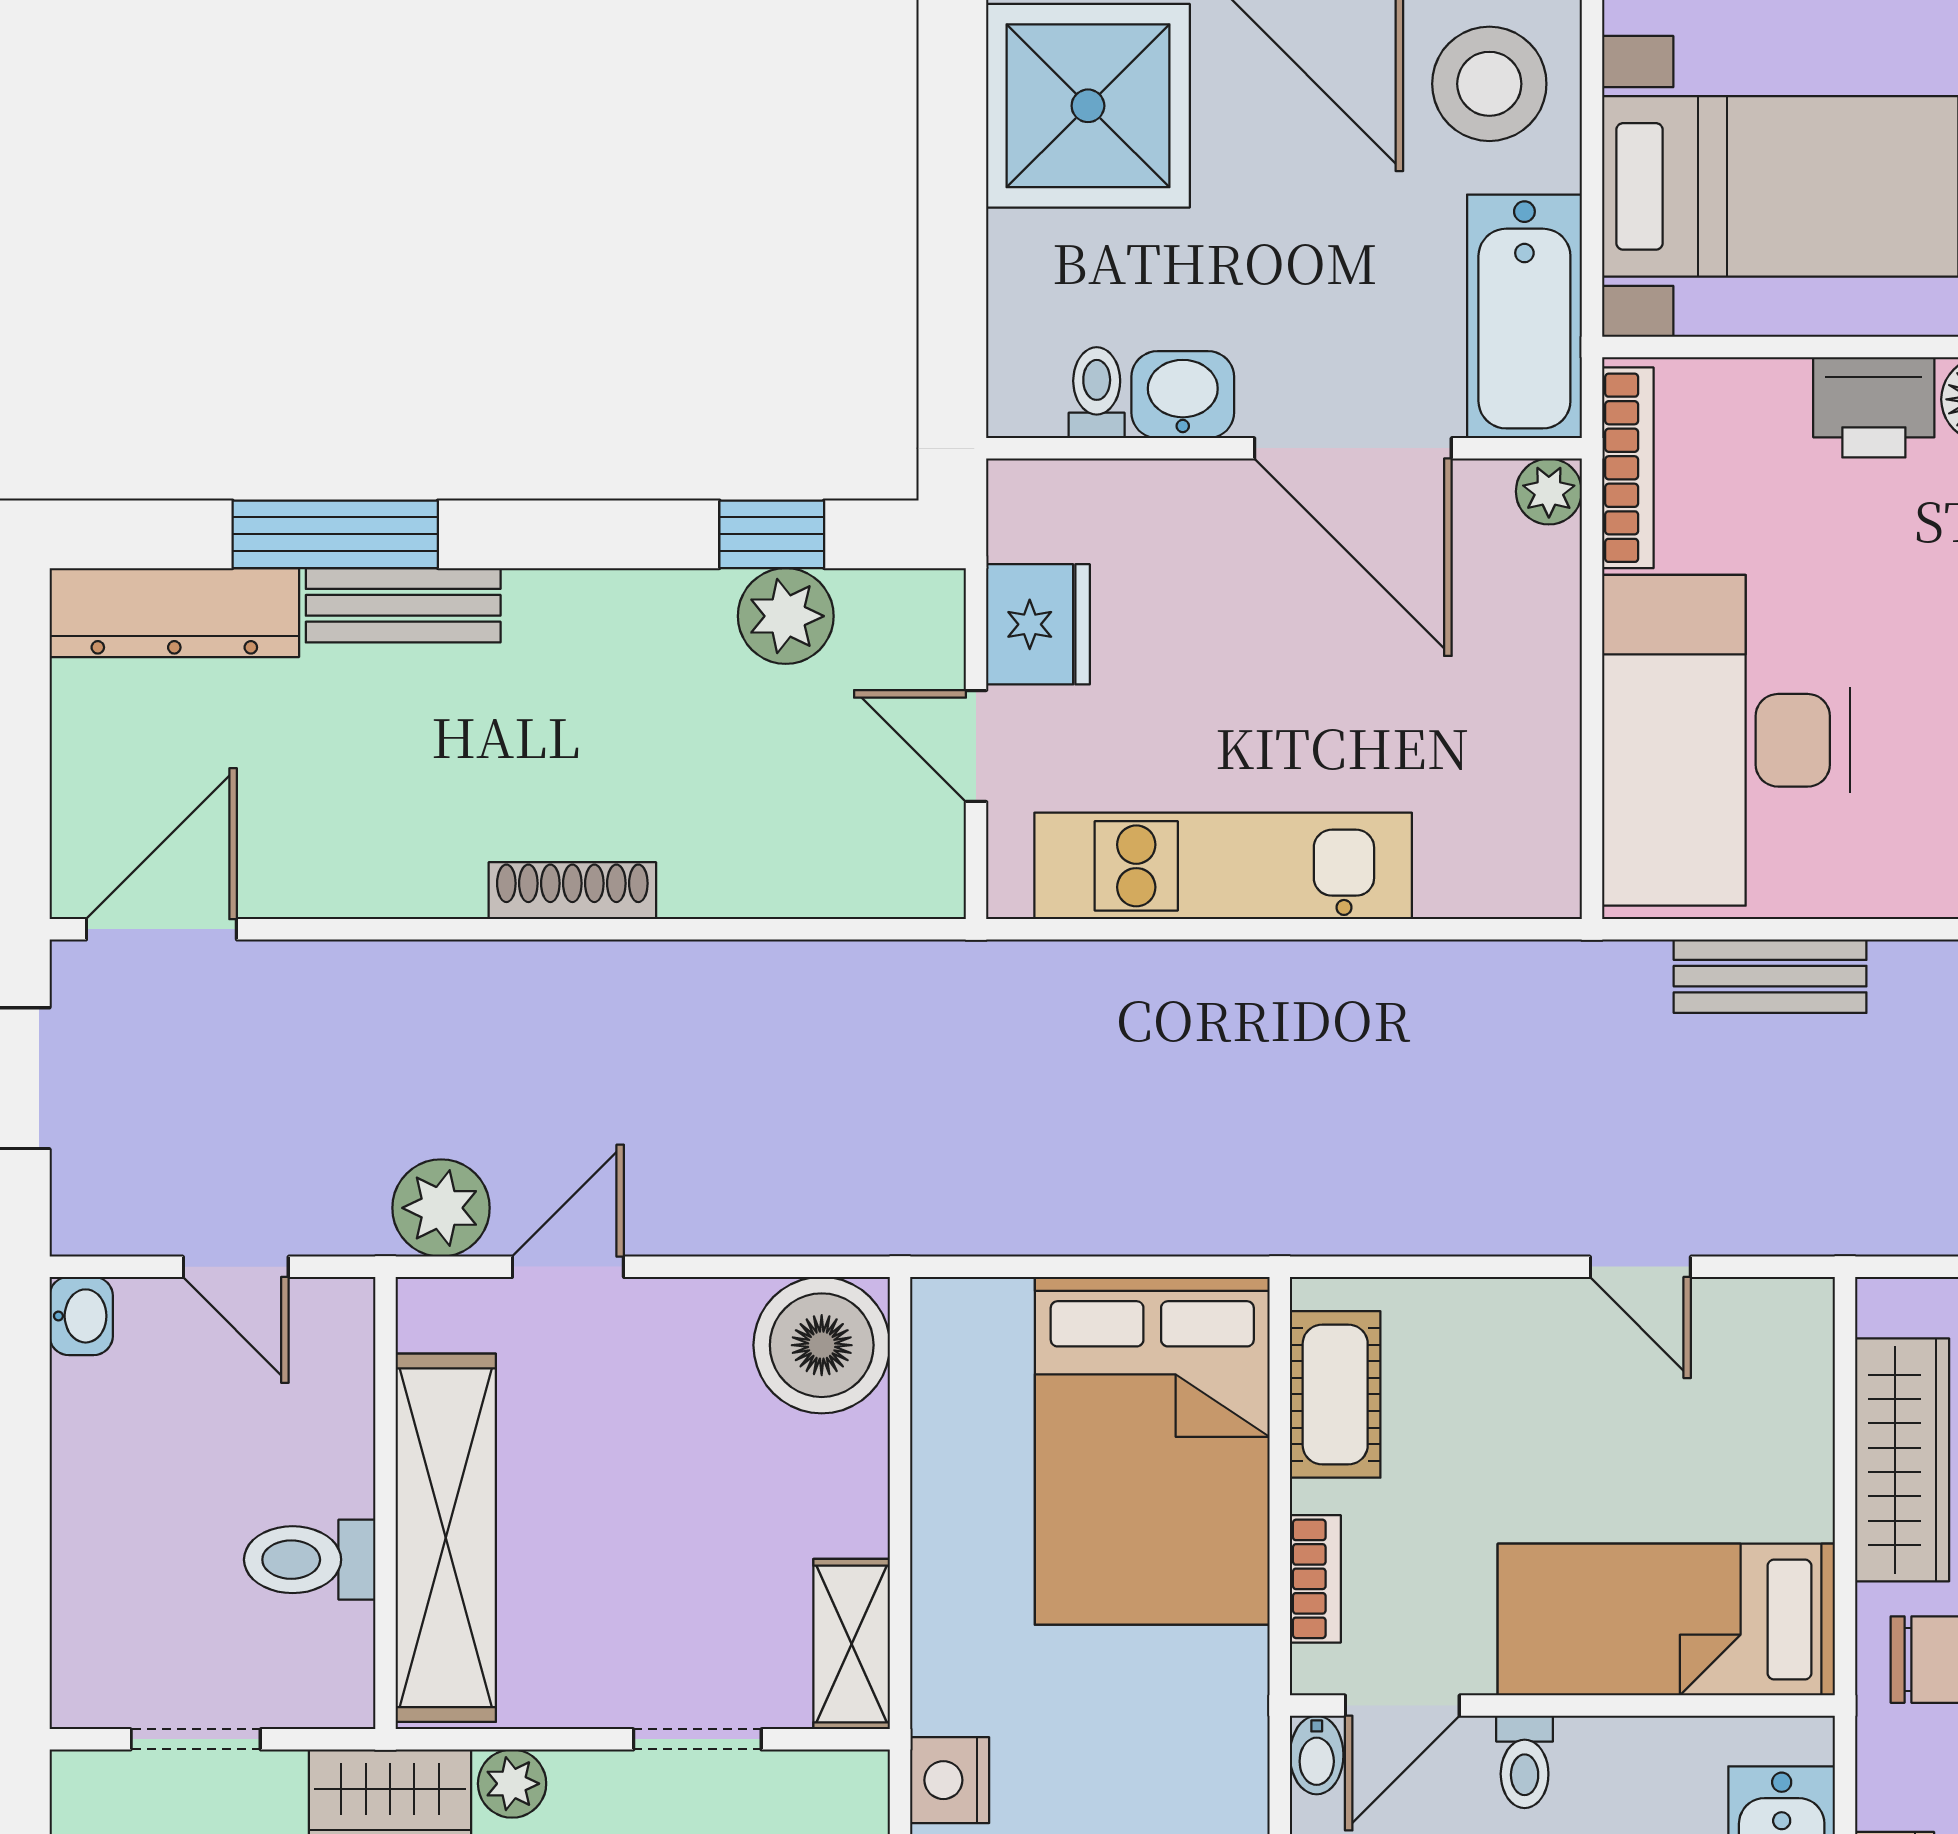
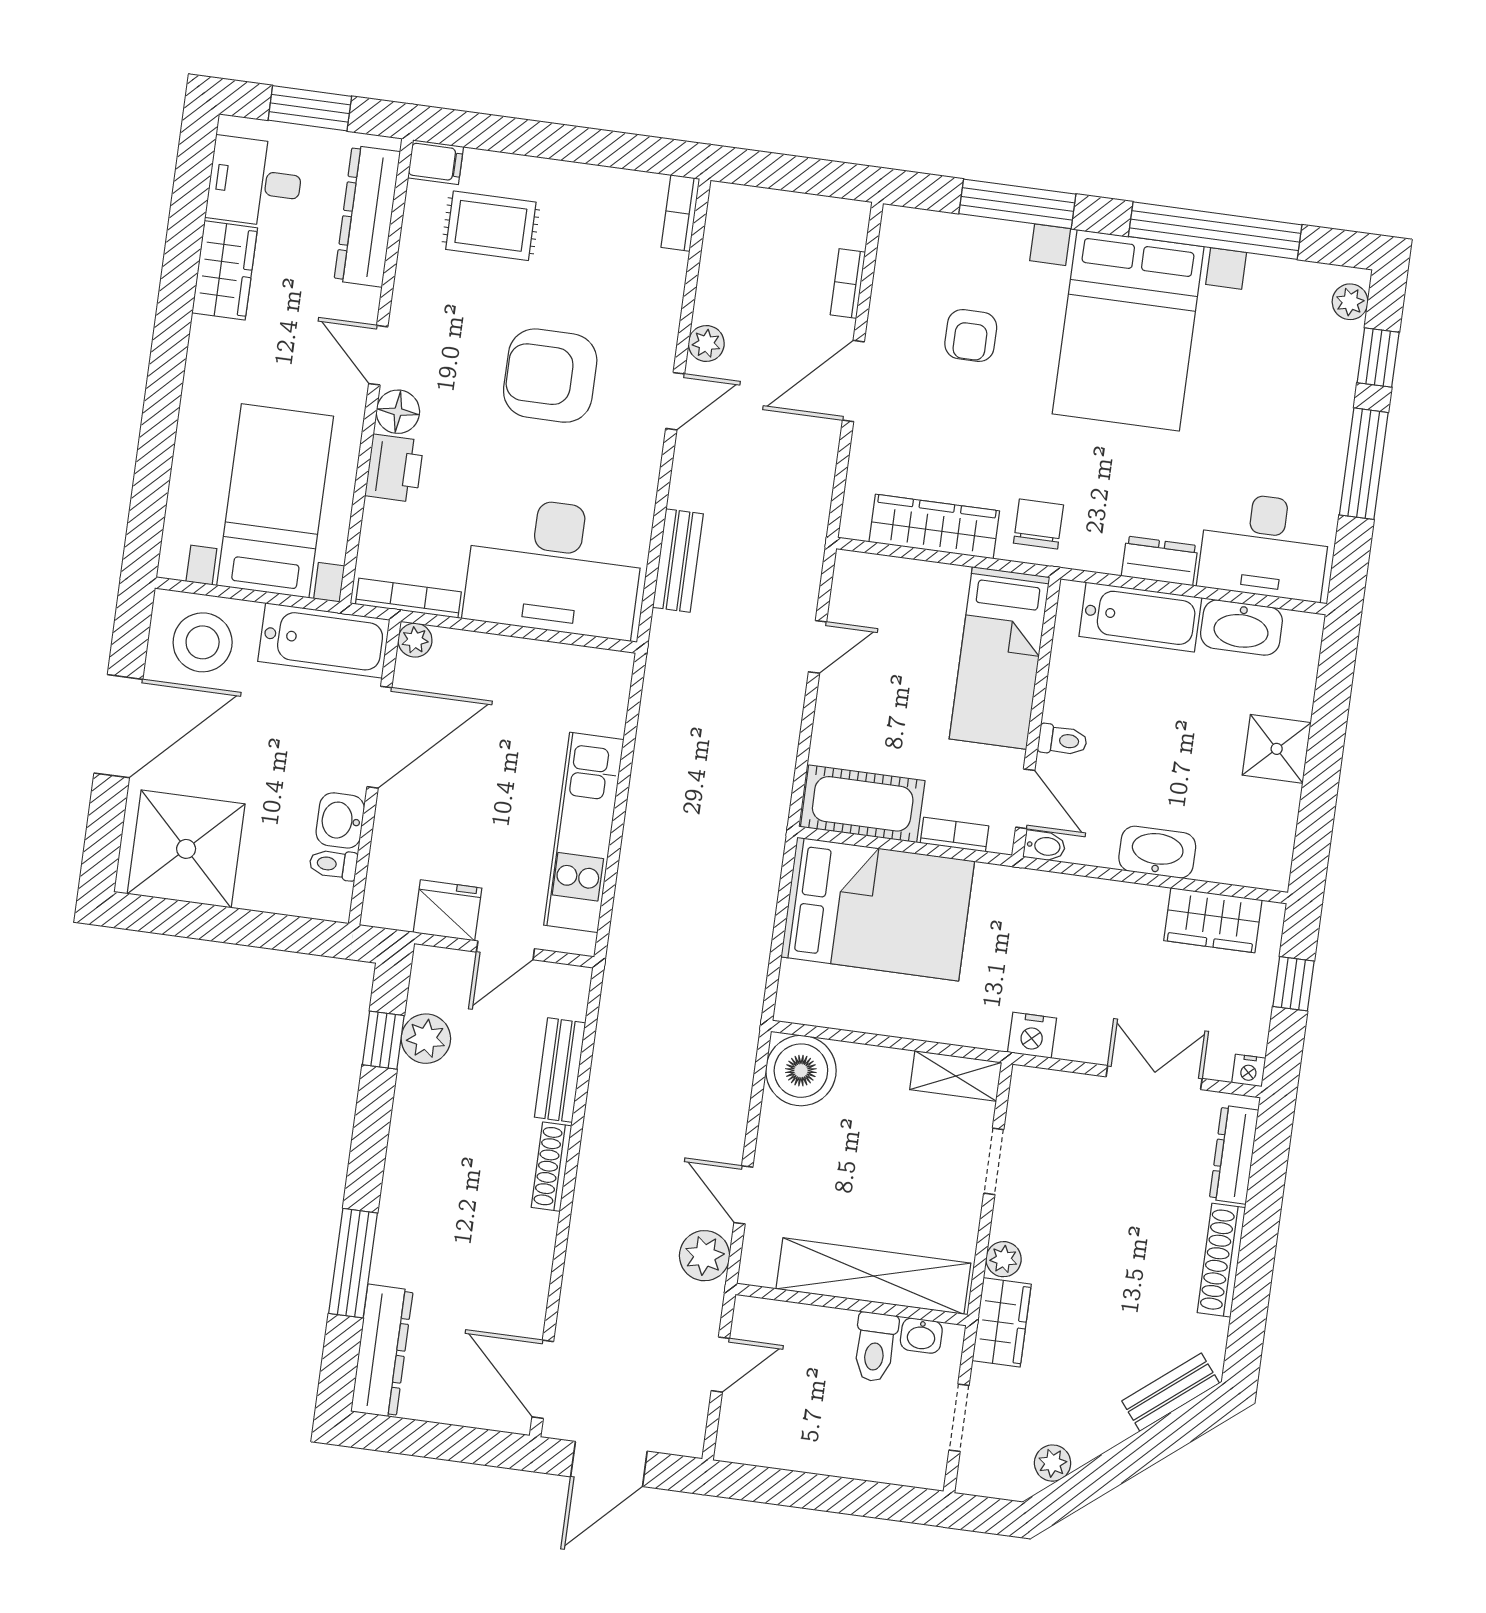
bench: (403, 605) -> (560, 1070), moved
washbasin: (81, 1316) -> (921, 1336), moved, turned 180
cot: (1335, 1394) -> (863, 804), width x1.37, depth x1.34

